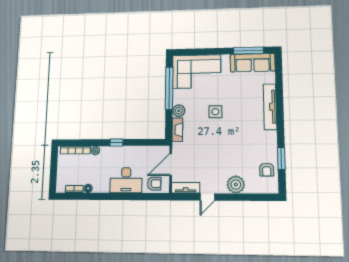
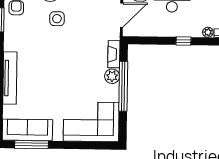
window: (169, 88) -> (123, 86), moved
side table: (215, 112) -> (57, 19), moved

